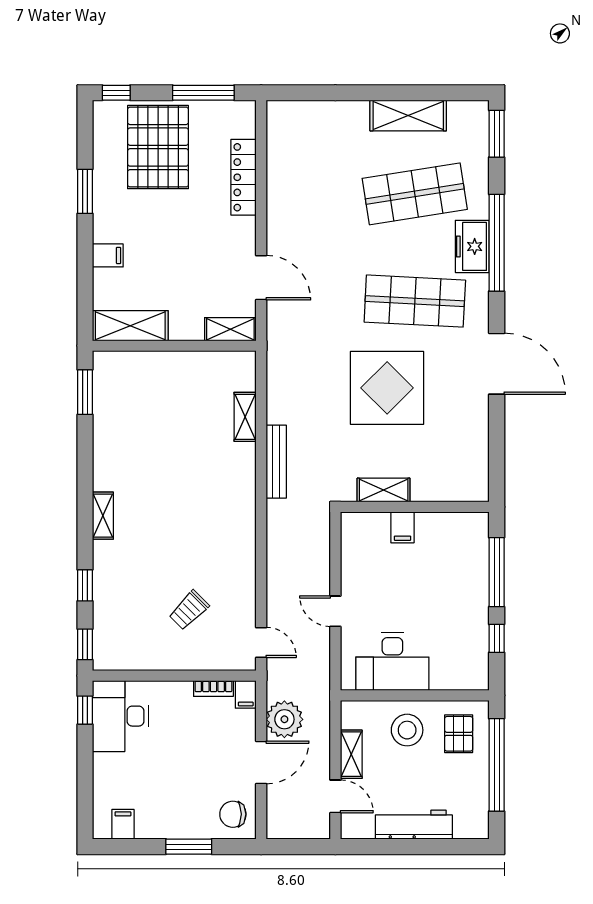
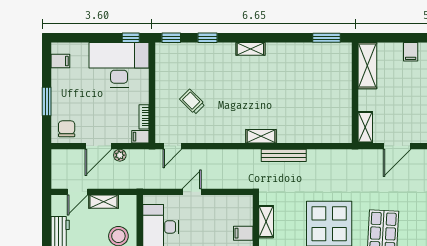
shelving: (245, 417) -> (261, 136), moved
desk: (120, 716) -> (119, 65), width x1.36, depth x1.30
plant: (284, 719) -> (120, 155), width x0.53, depth x0.53
door: (261, 763) -> (98, 146), hinge flipped

